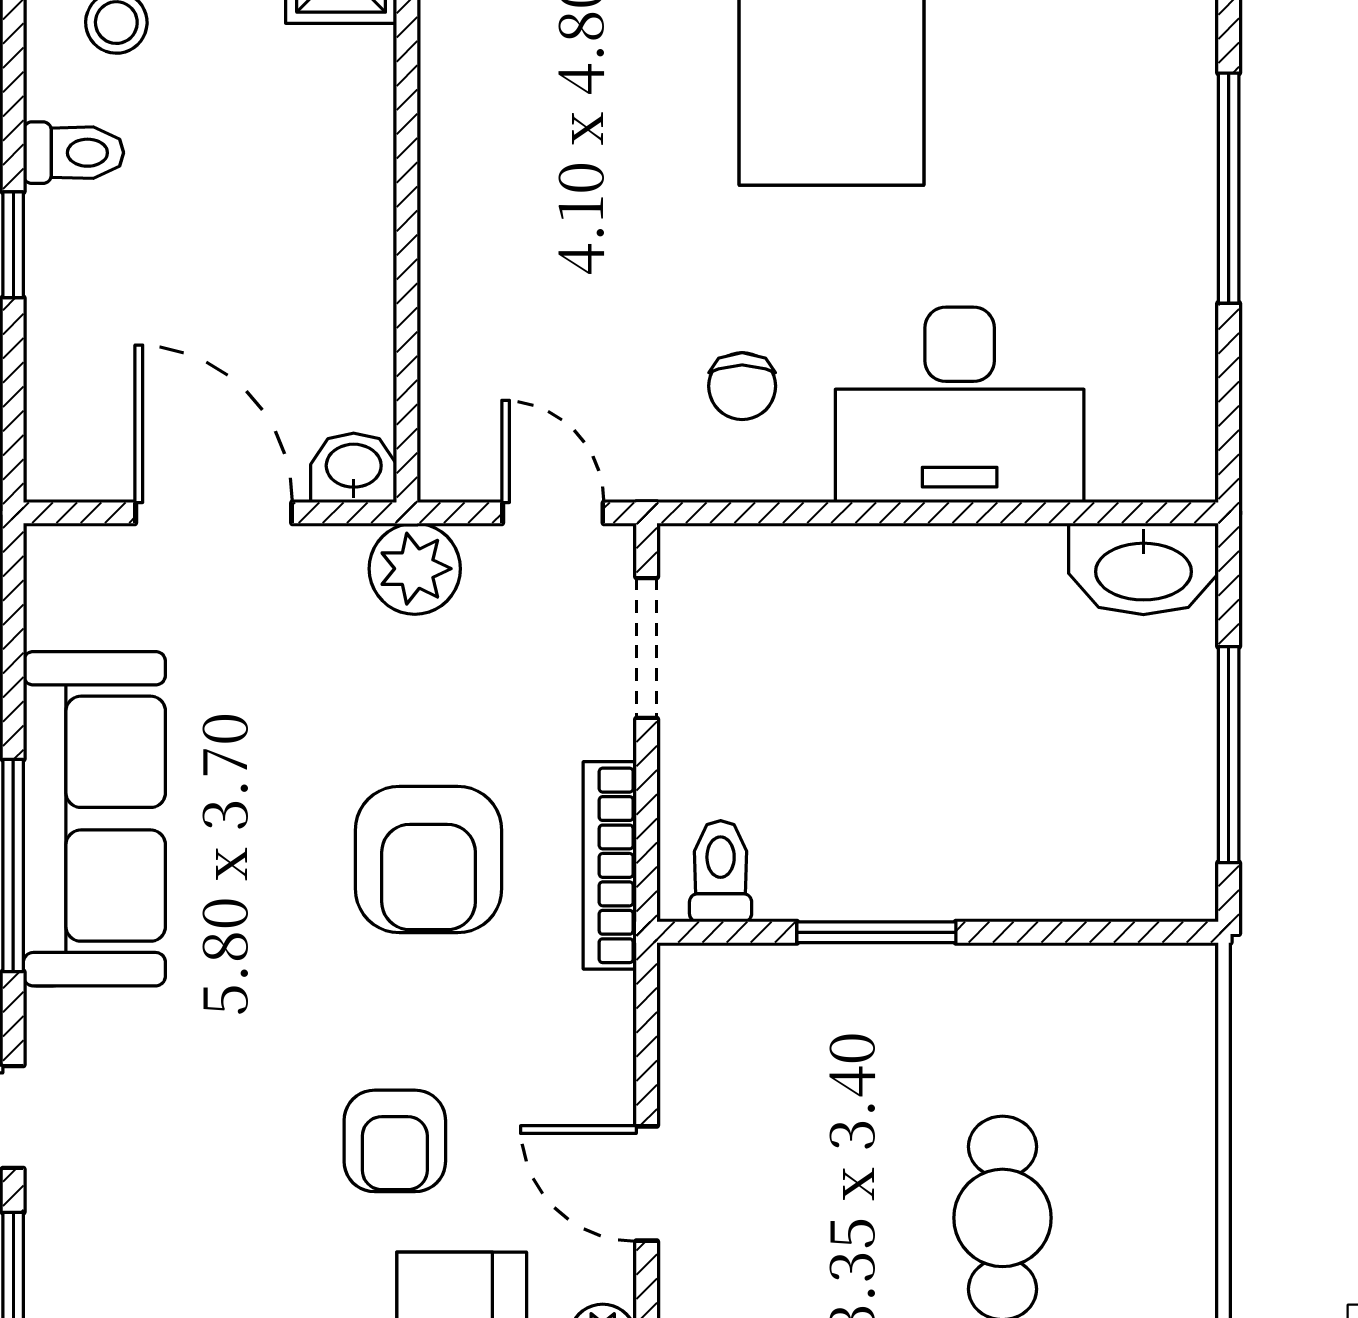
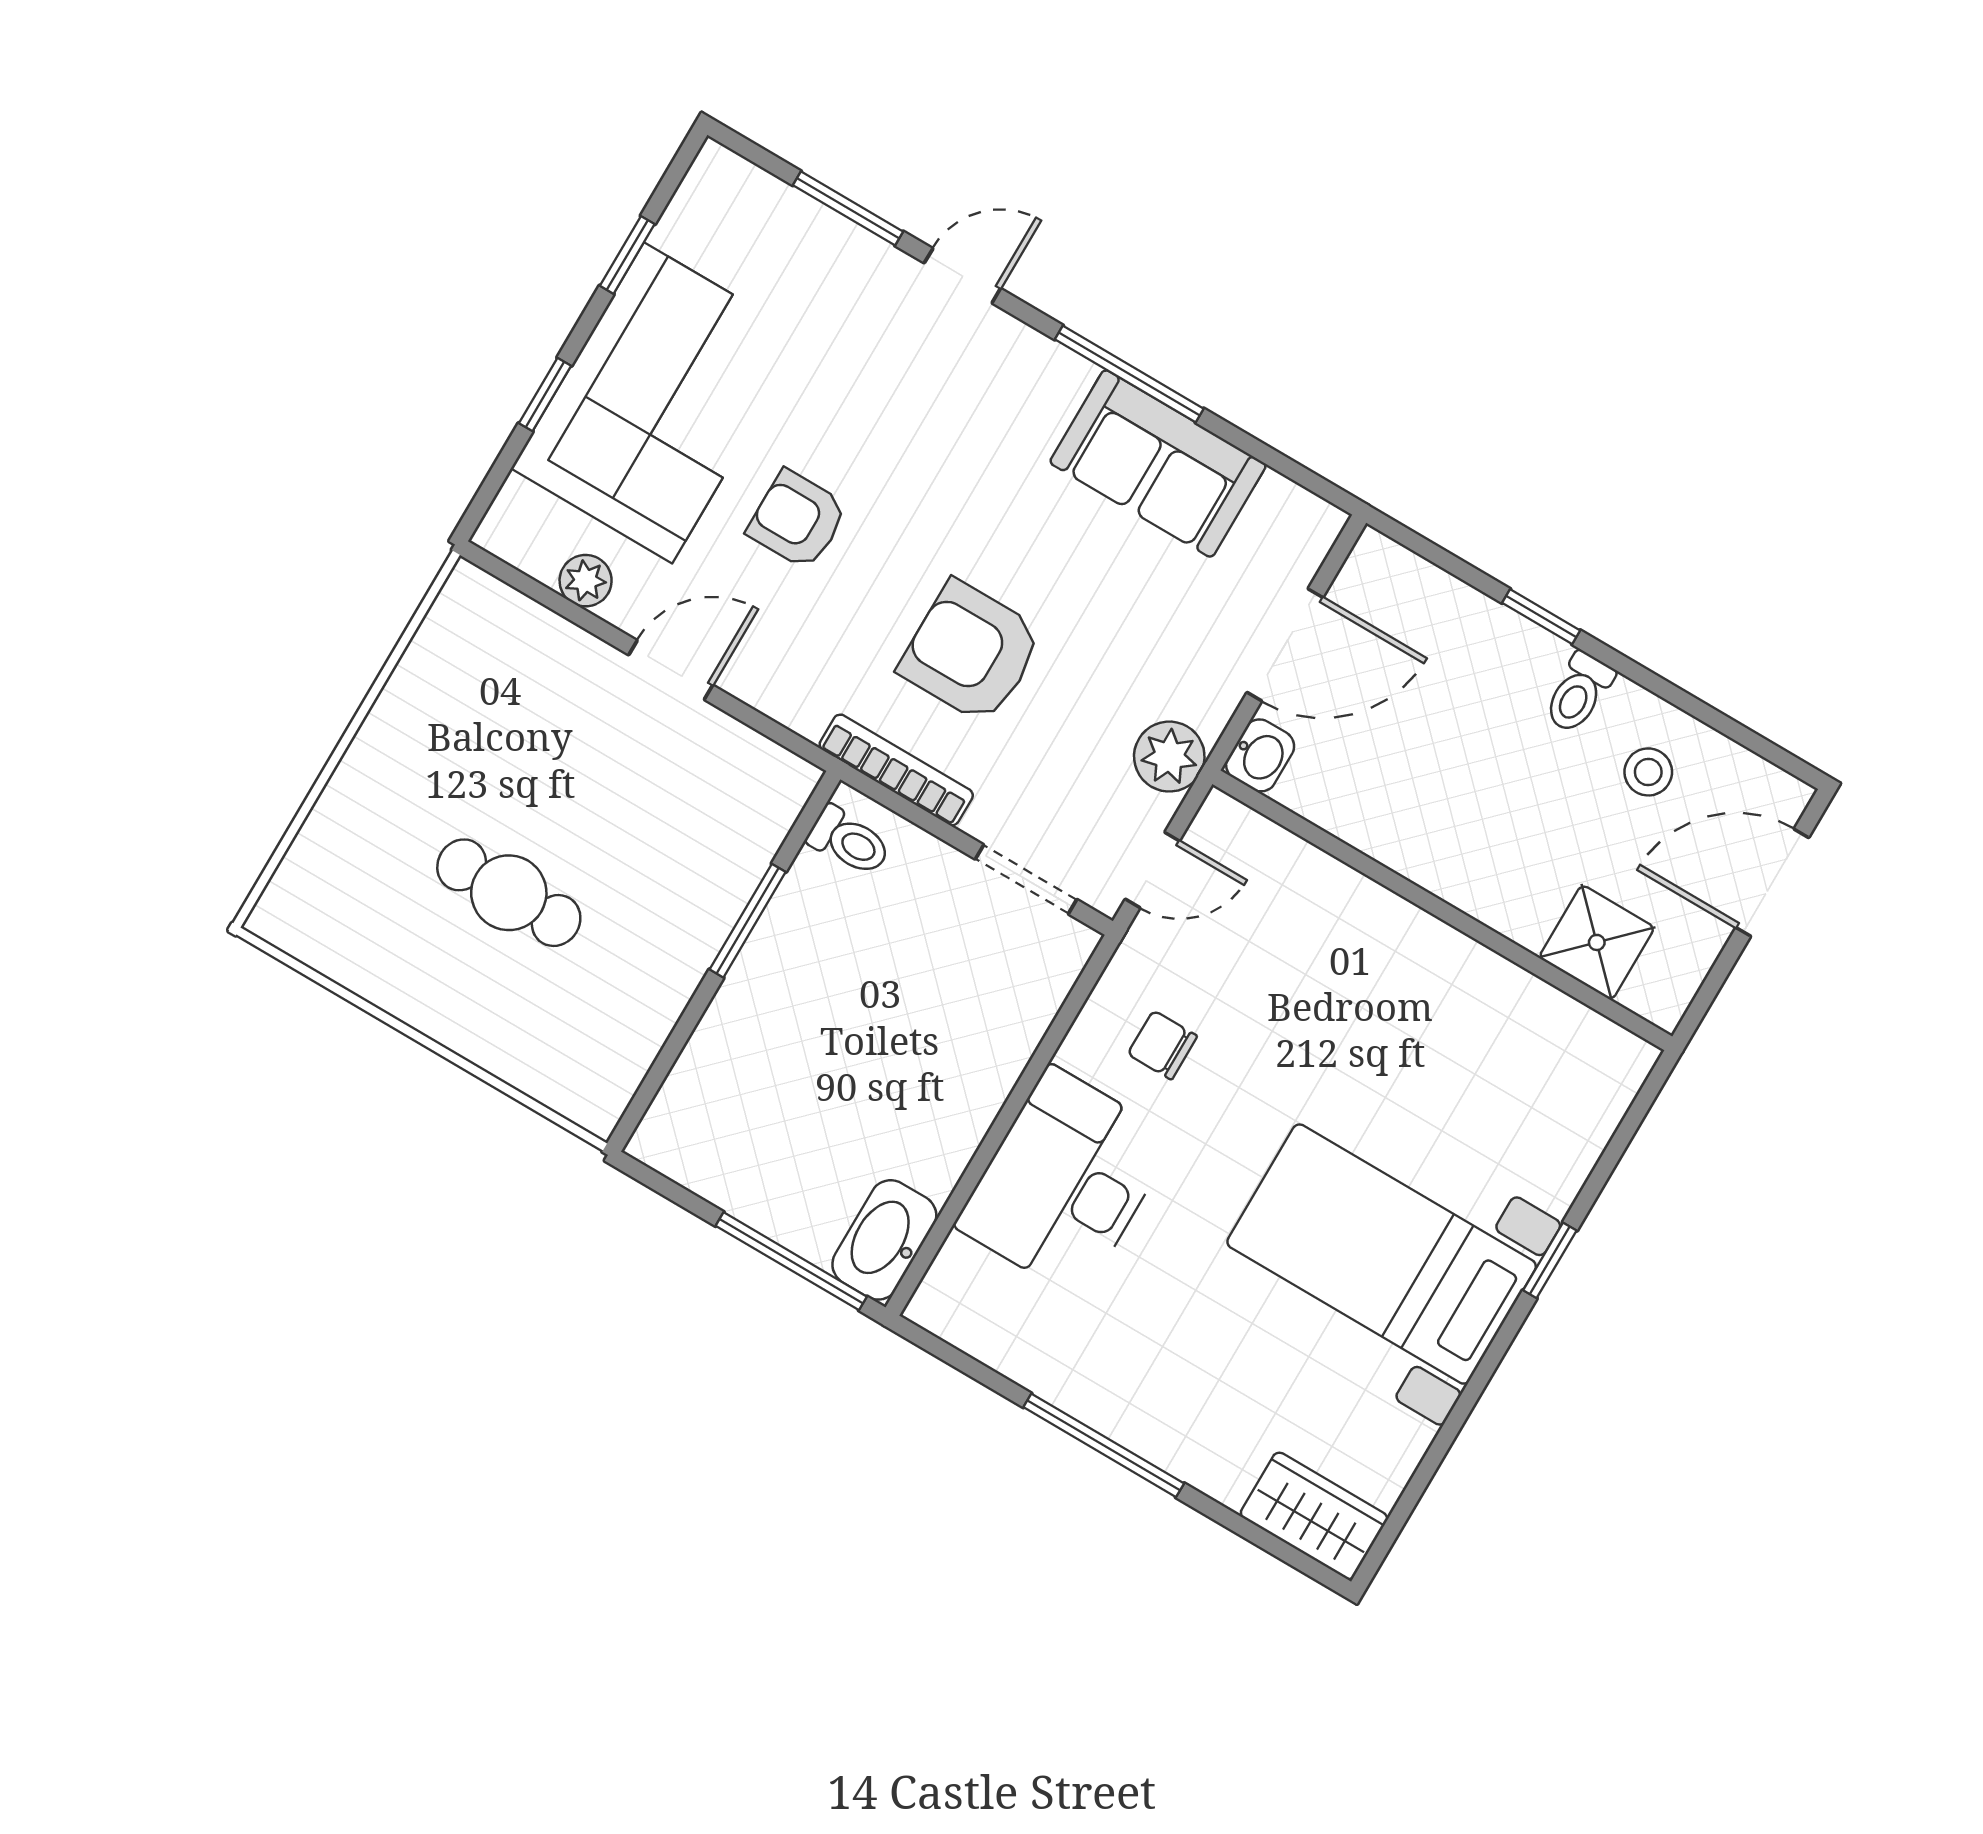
window: (1229, 755) -> (791, 1261), moved
sofa: (94, 819) -> (1158, 464), width x0.73

